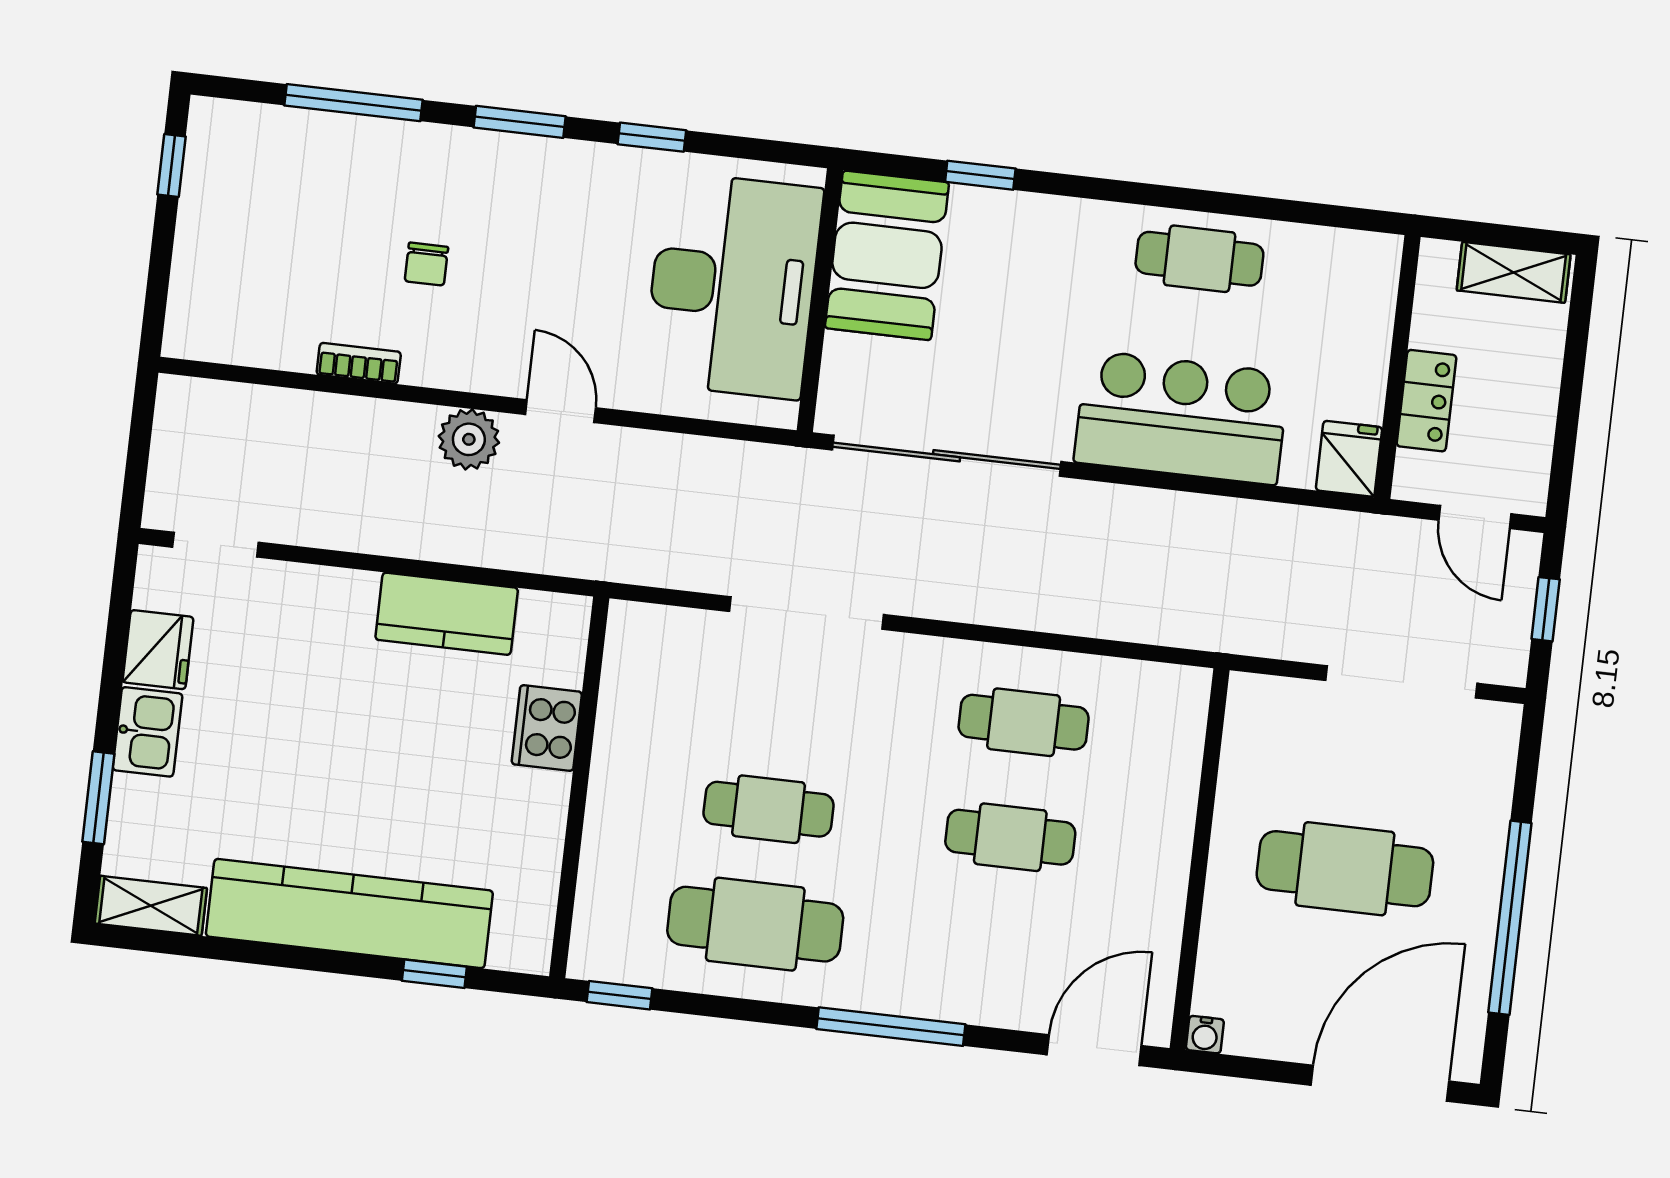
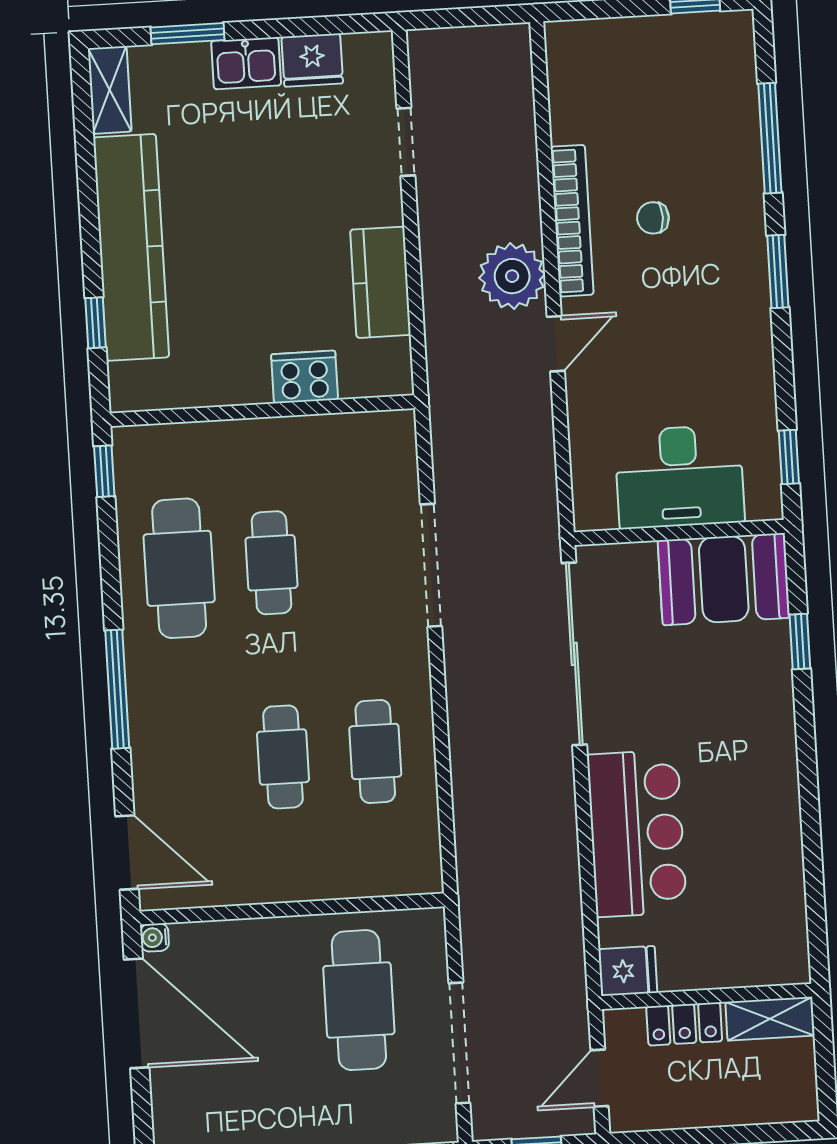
window: (652, 137) -> (789, 457), moved
cafe table: (1199, 259) -> (764, 826), removed
shelving: (1514, 272) -> (770, 1019), moved, turned 90
desk: (733, 285) -> (679, 477), width x0.73, depth x0.77
bookcase: (359, 363) -> (572, 221), width x2.31, depth x1.31
plant: (469, 439) -> (512, 276), width x1.36, depth x1.36
doorway: (216, 545) -> (406, 142), moved
cafe table: (1345, 869) -> (359, 1000), moved
door: (1380, 1083) -> (137, 1013), moved

